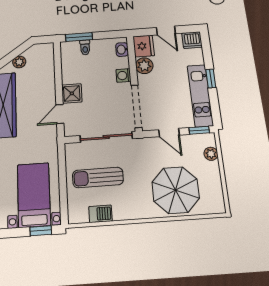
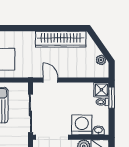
plant: (19, 62) -> (101, 60), moved
washing machine: (123, 75) -> (82, 125), width x1.89, depth x1.89
shower: (72, 93) -> (101, 90), moved

